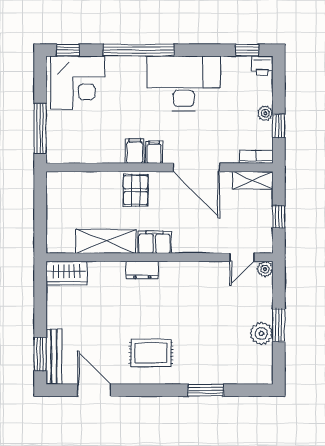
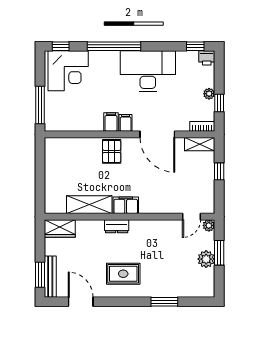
shelving: (106, 241) -> (89, 205), moved
filing cabinet: (154, 242) -> (126, 205), moved
wall: (159, 257) -> (130, 217), moved
door: (242, 257) -> (191, 217), moved
plant: (265, 269) -> (209, 225), moved
dresser: (142, 270) -> (117, 226), moved
wardrobe: (67, 273) -> (60, 228), moved

